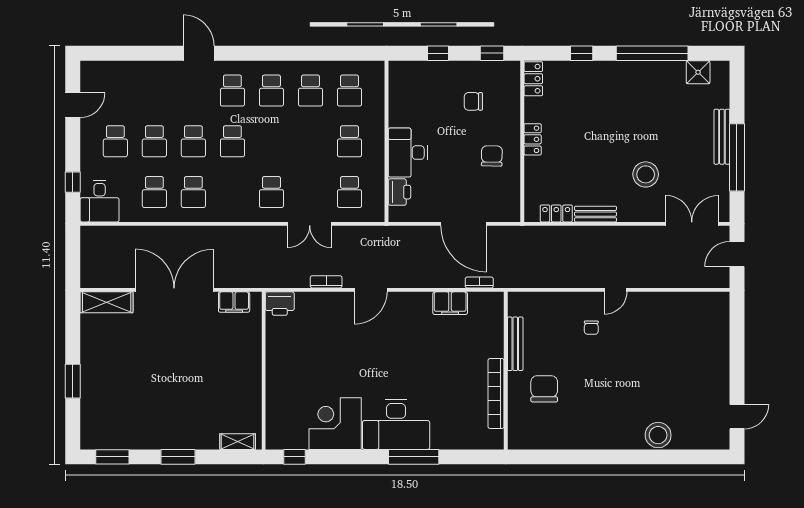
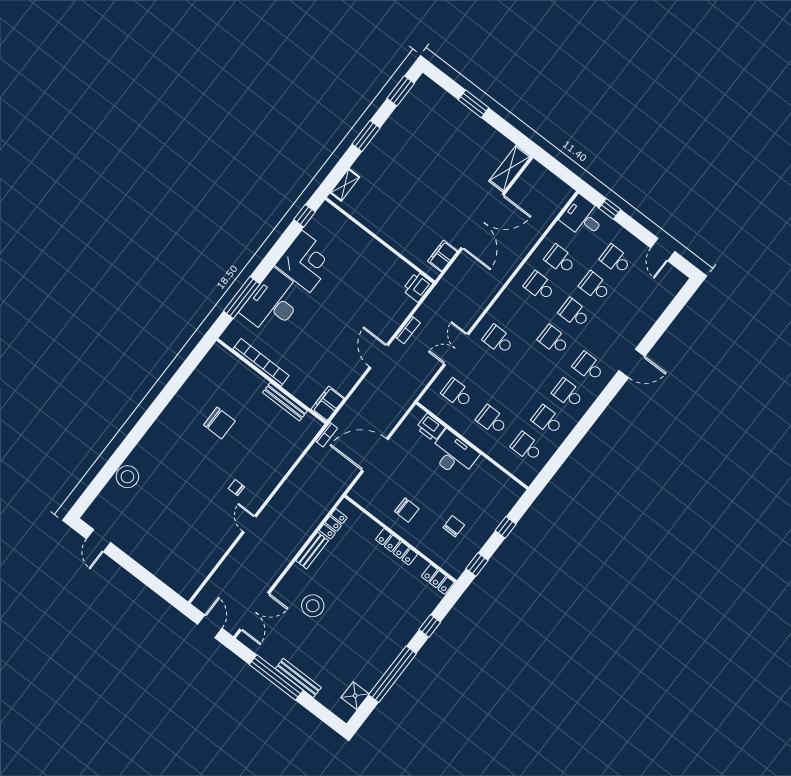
locker: (533, 139) -> (397, 547), width x1.53
bench: (515, 344) -> (285, 402), moved
wall: (506, 371) -> (271, 381), moved
bookcase: (496, 393) -> (261, 362), moved

